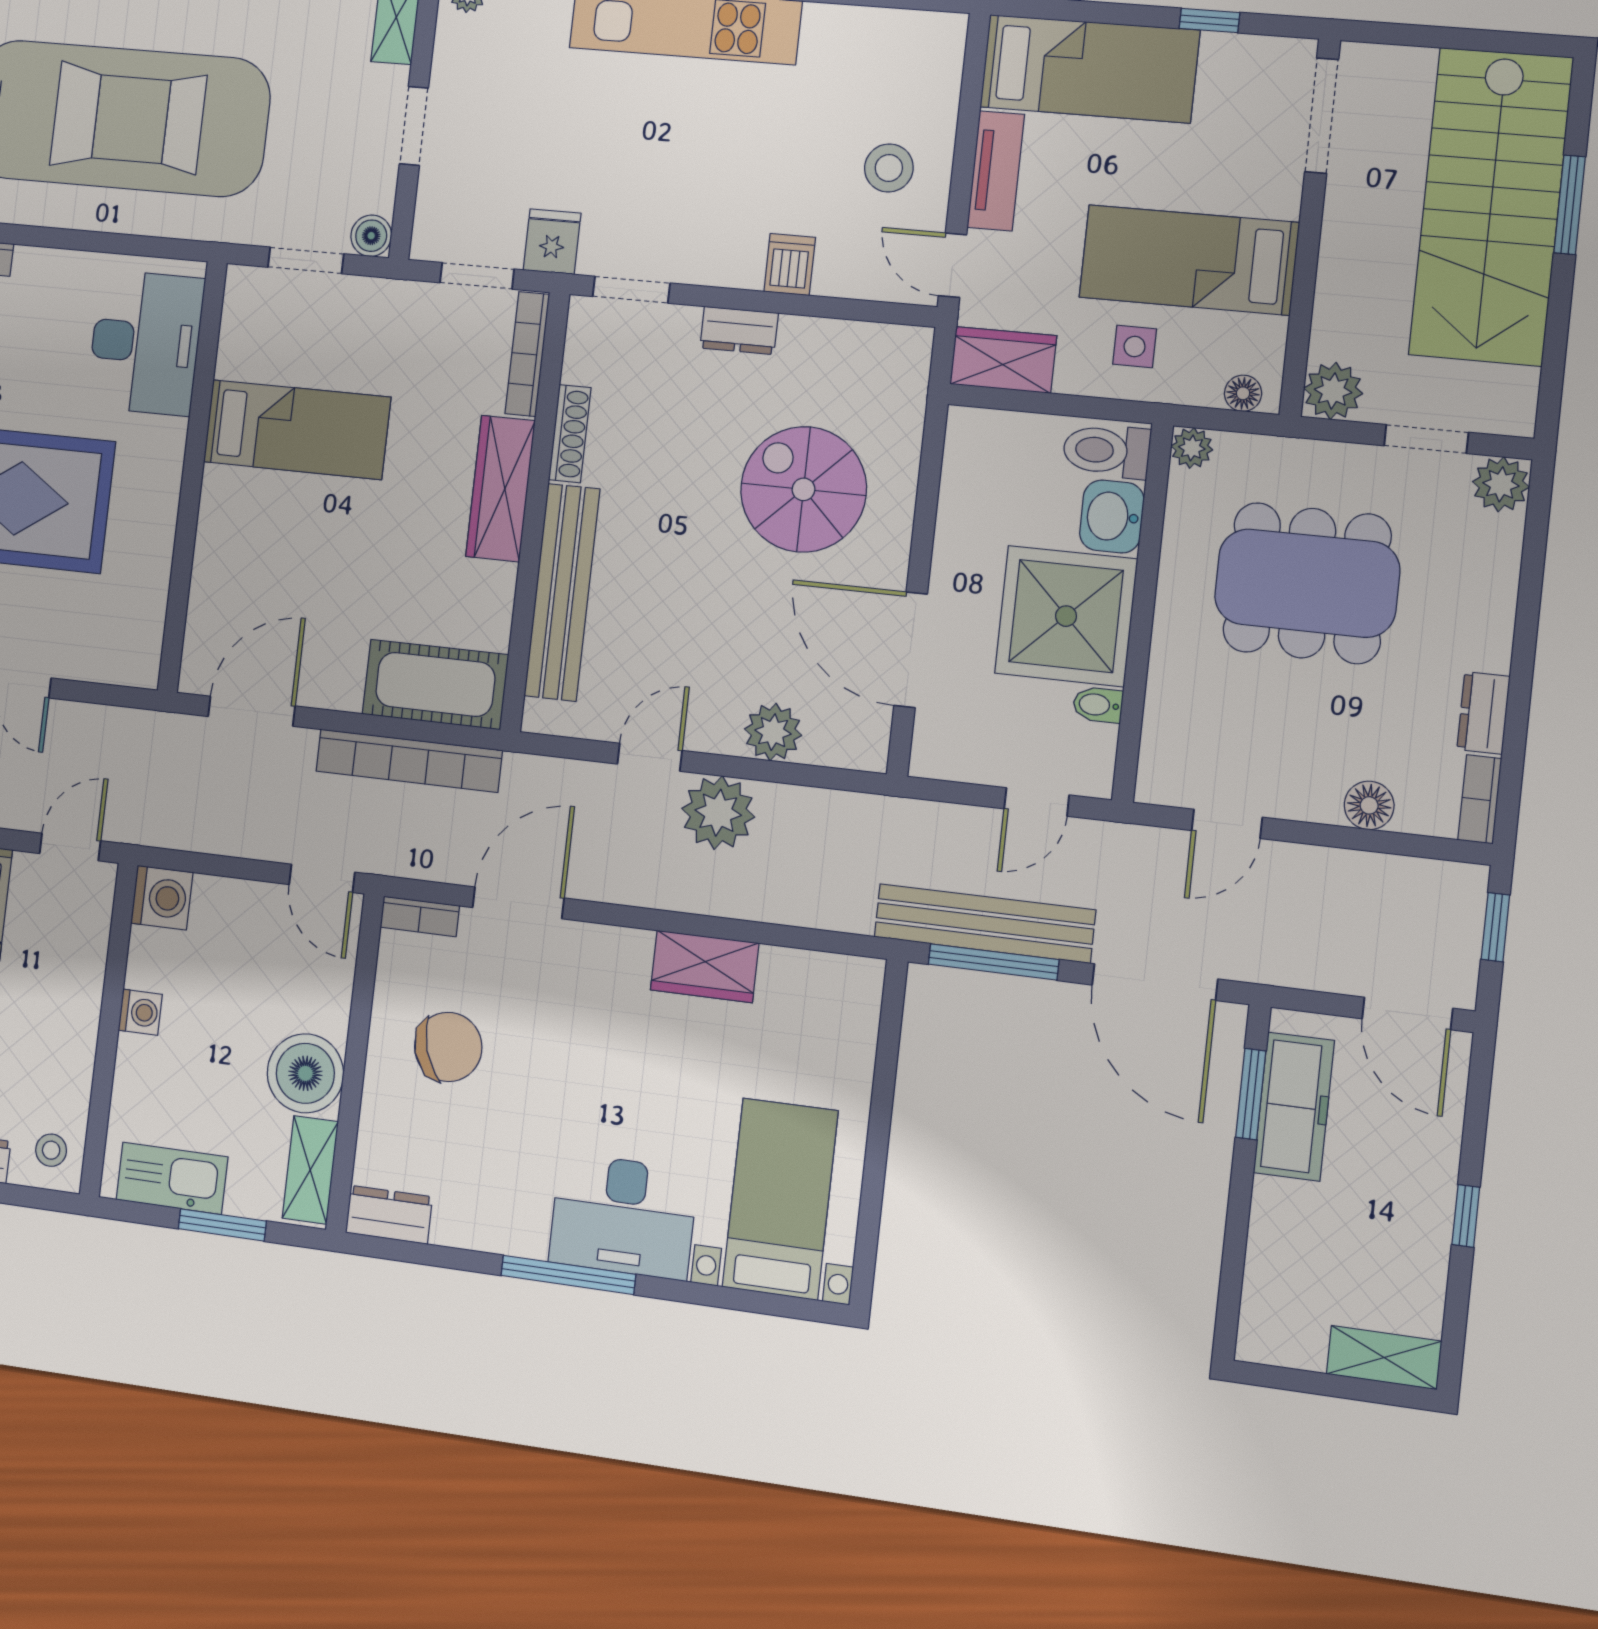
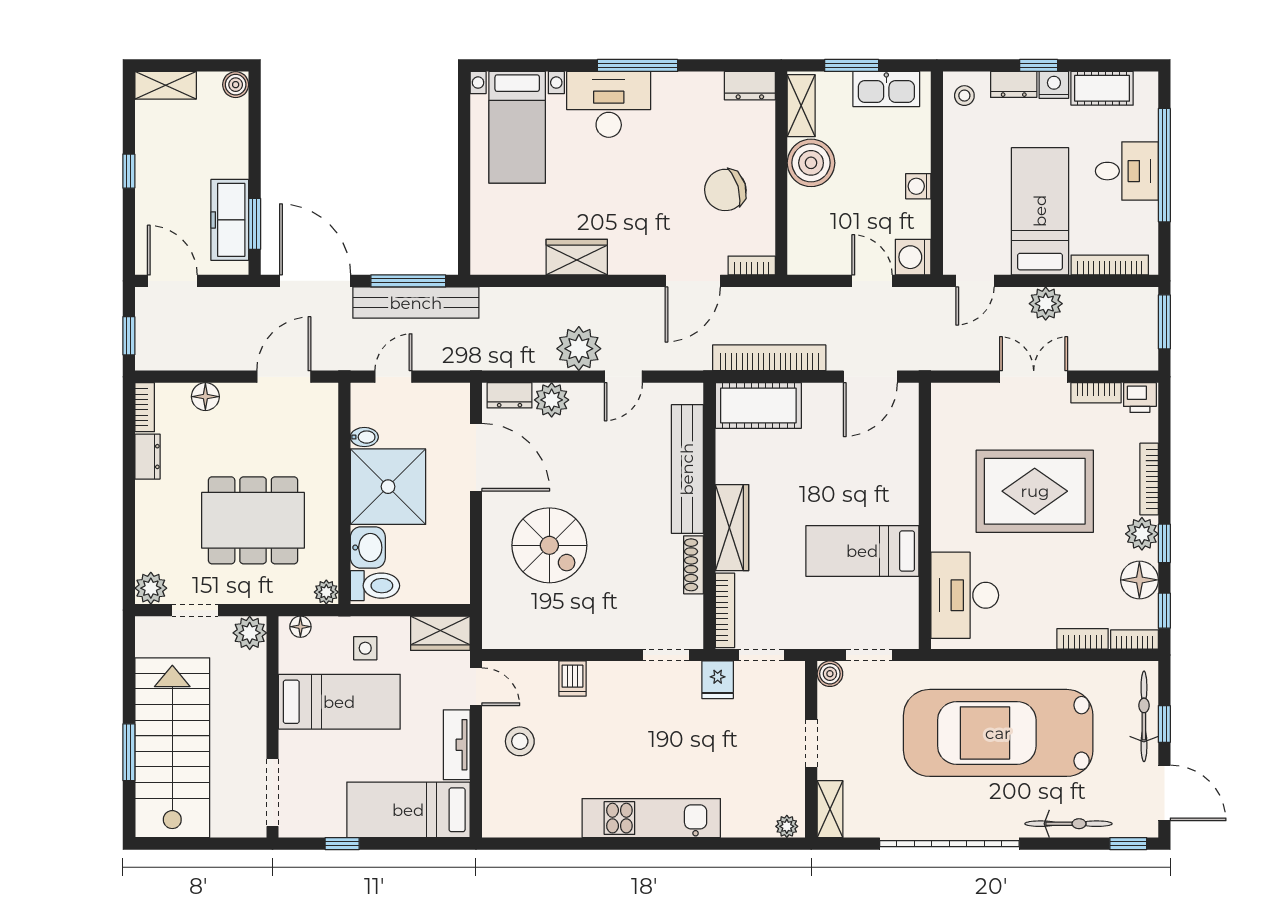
dresser: (739, 330) -> (510, 395), moved, turned 180
door: (1227, 824) -> (284, 377), width x1.38
door: (322, 878) -> (872, 281), moved
boiler: (1259, 1341) -> (236, 85), added

